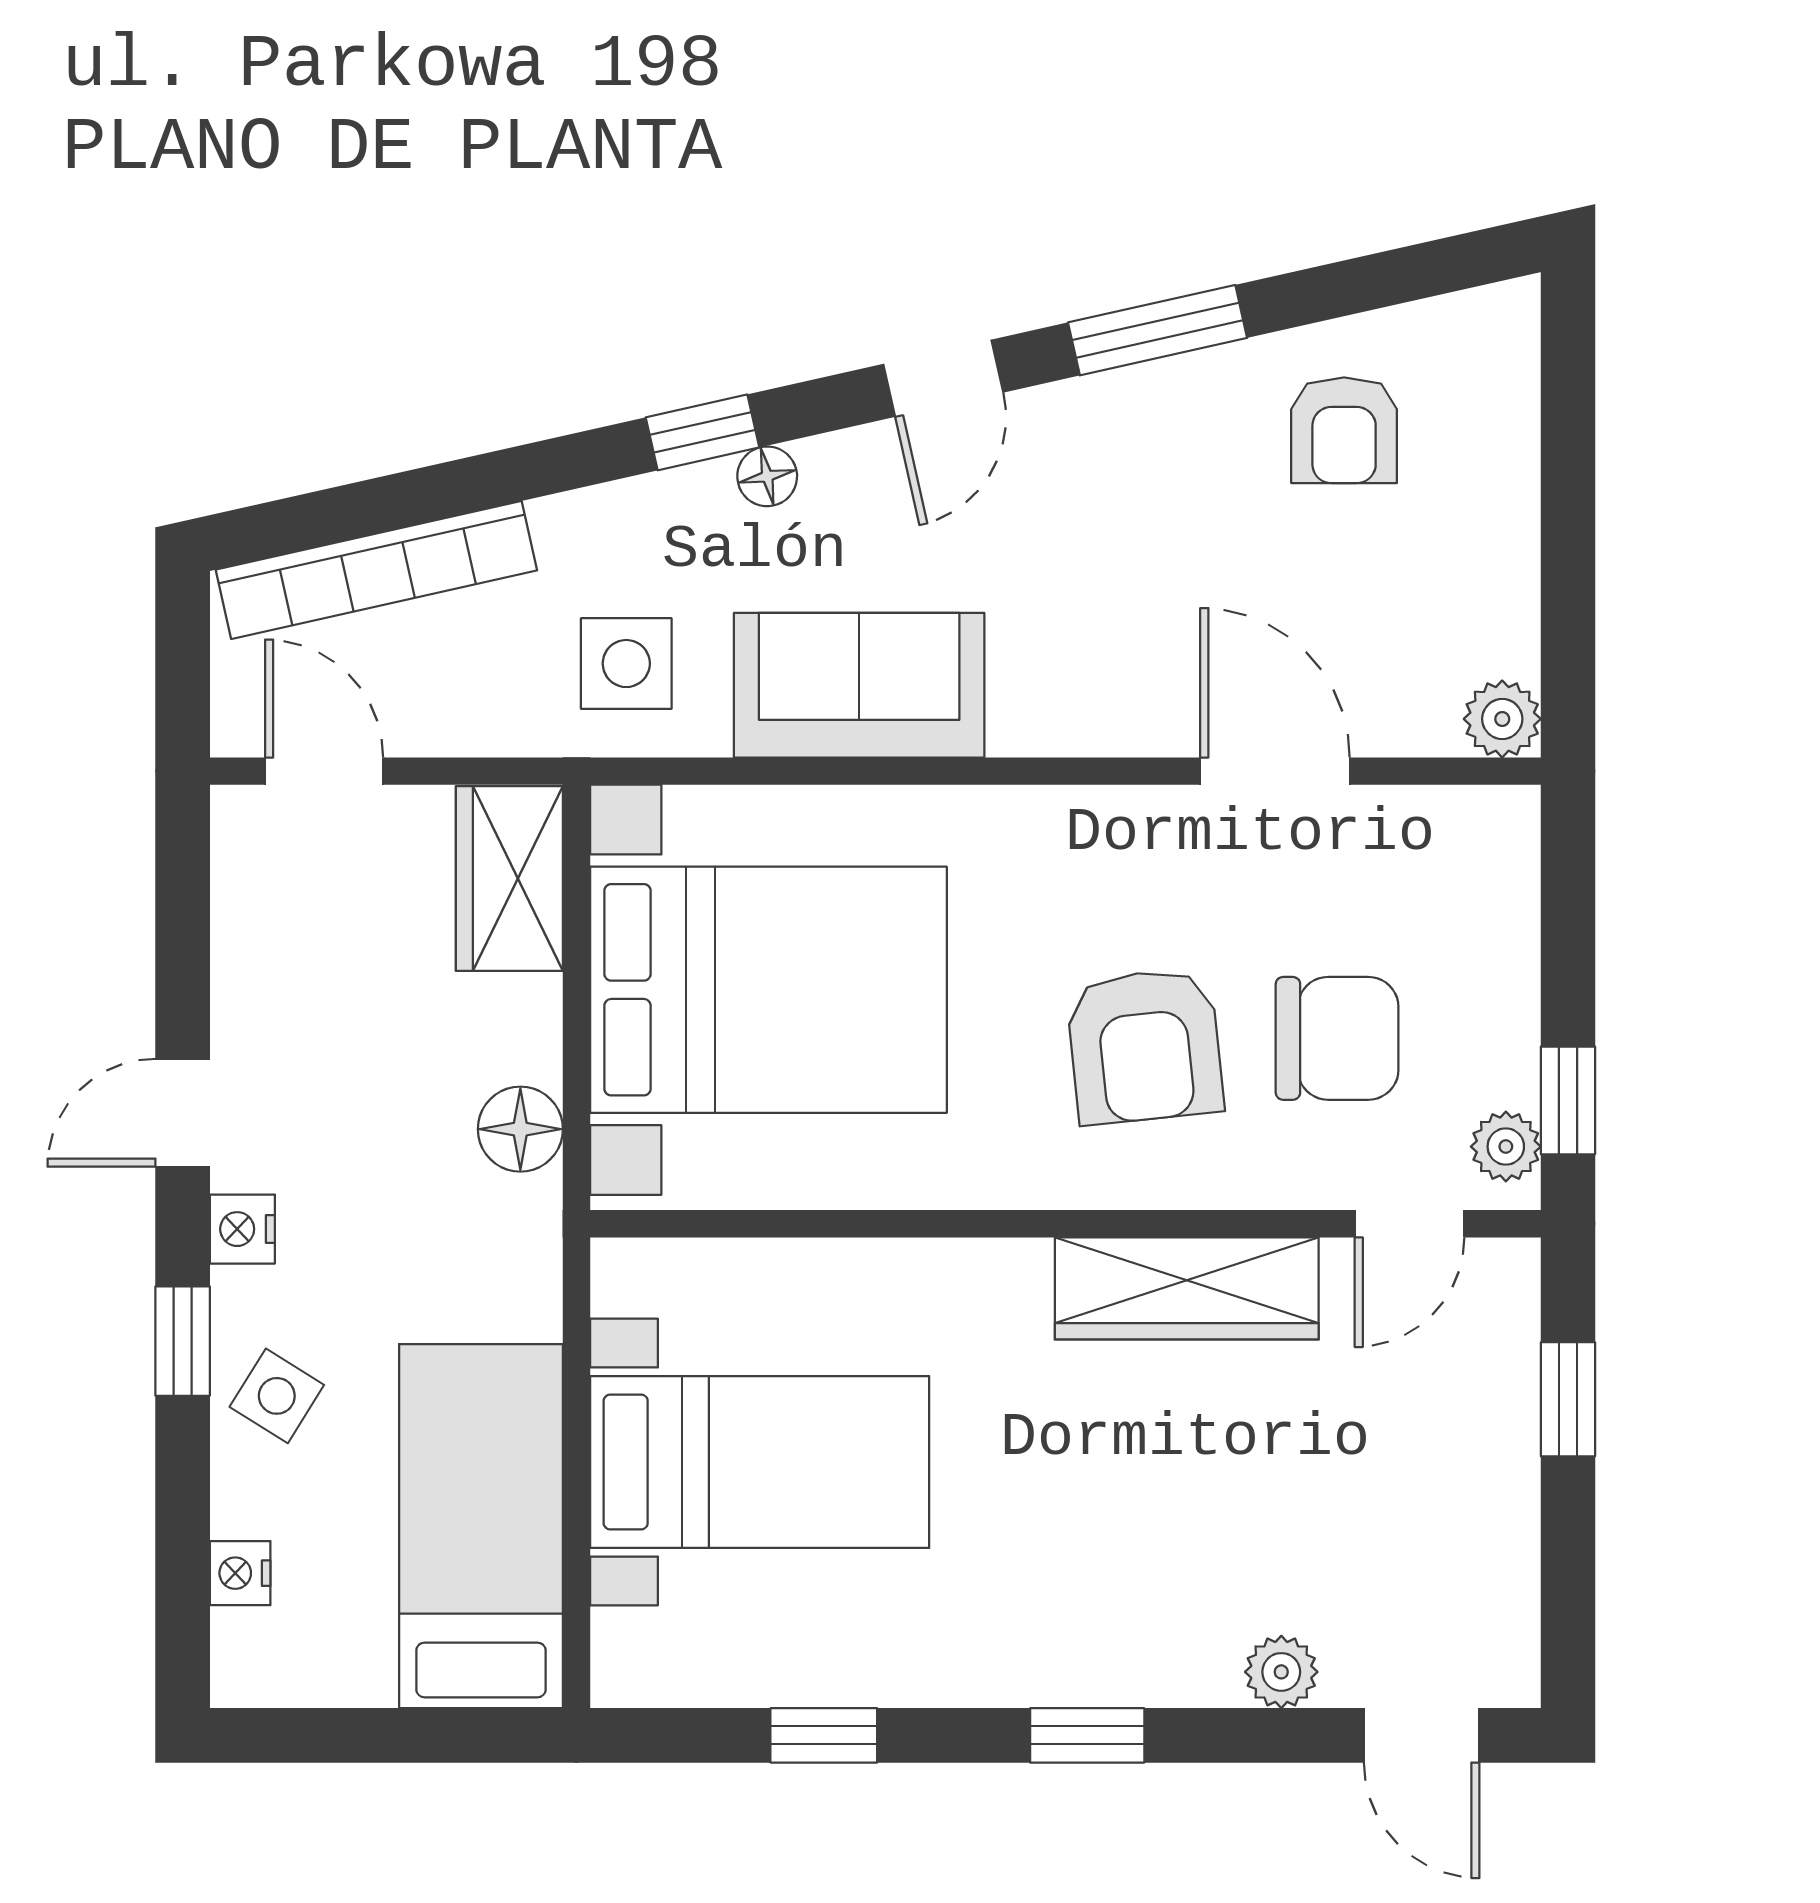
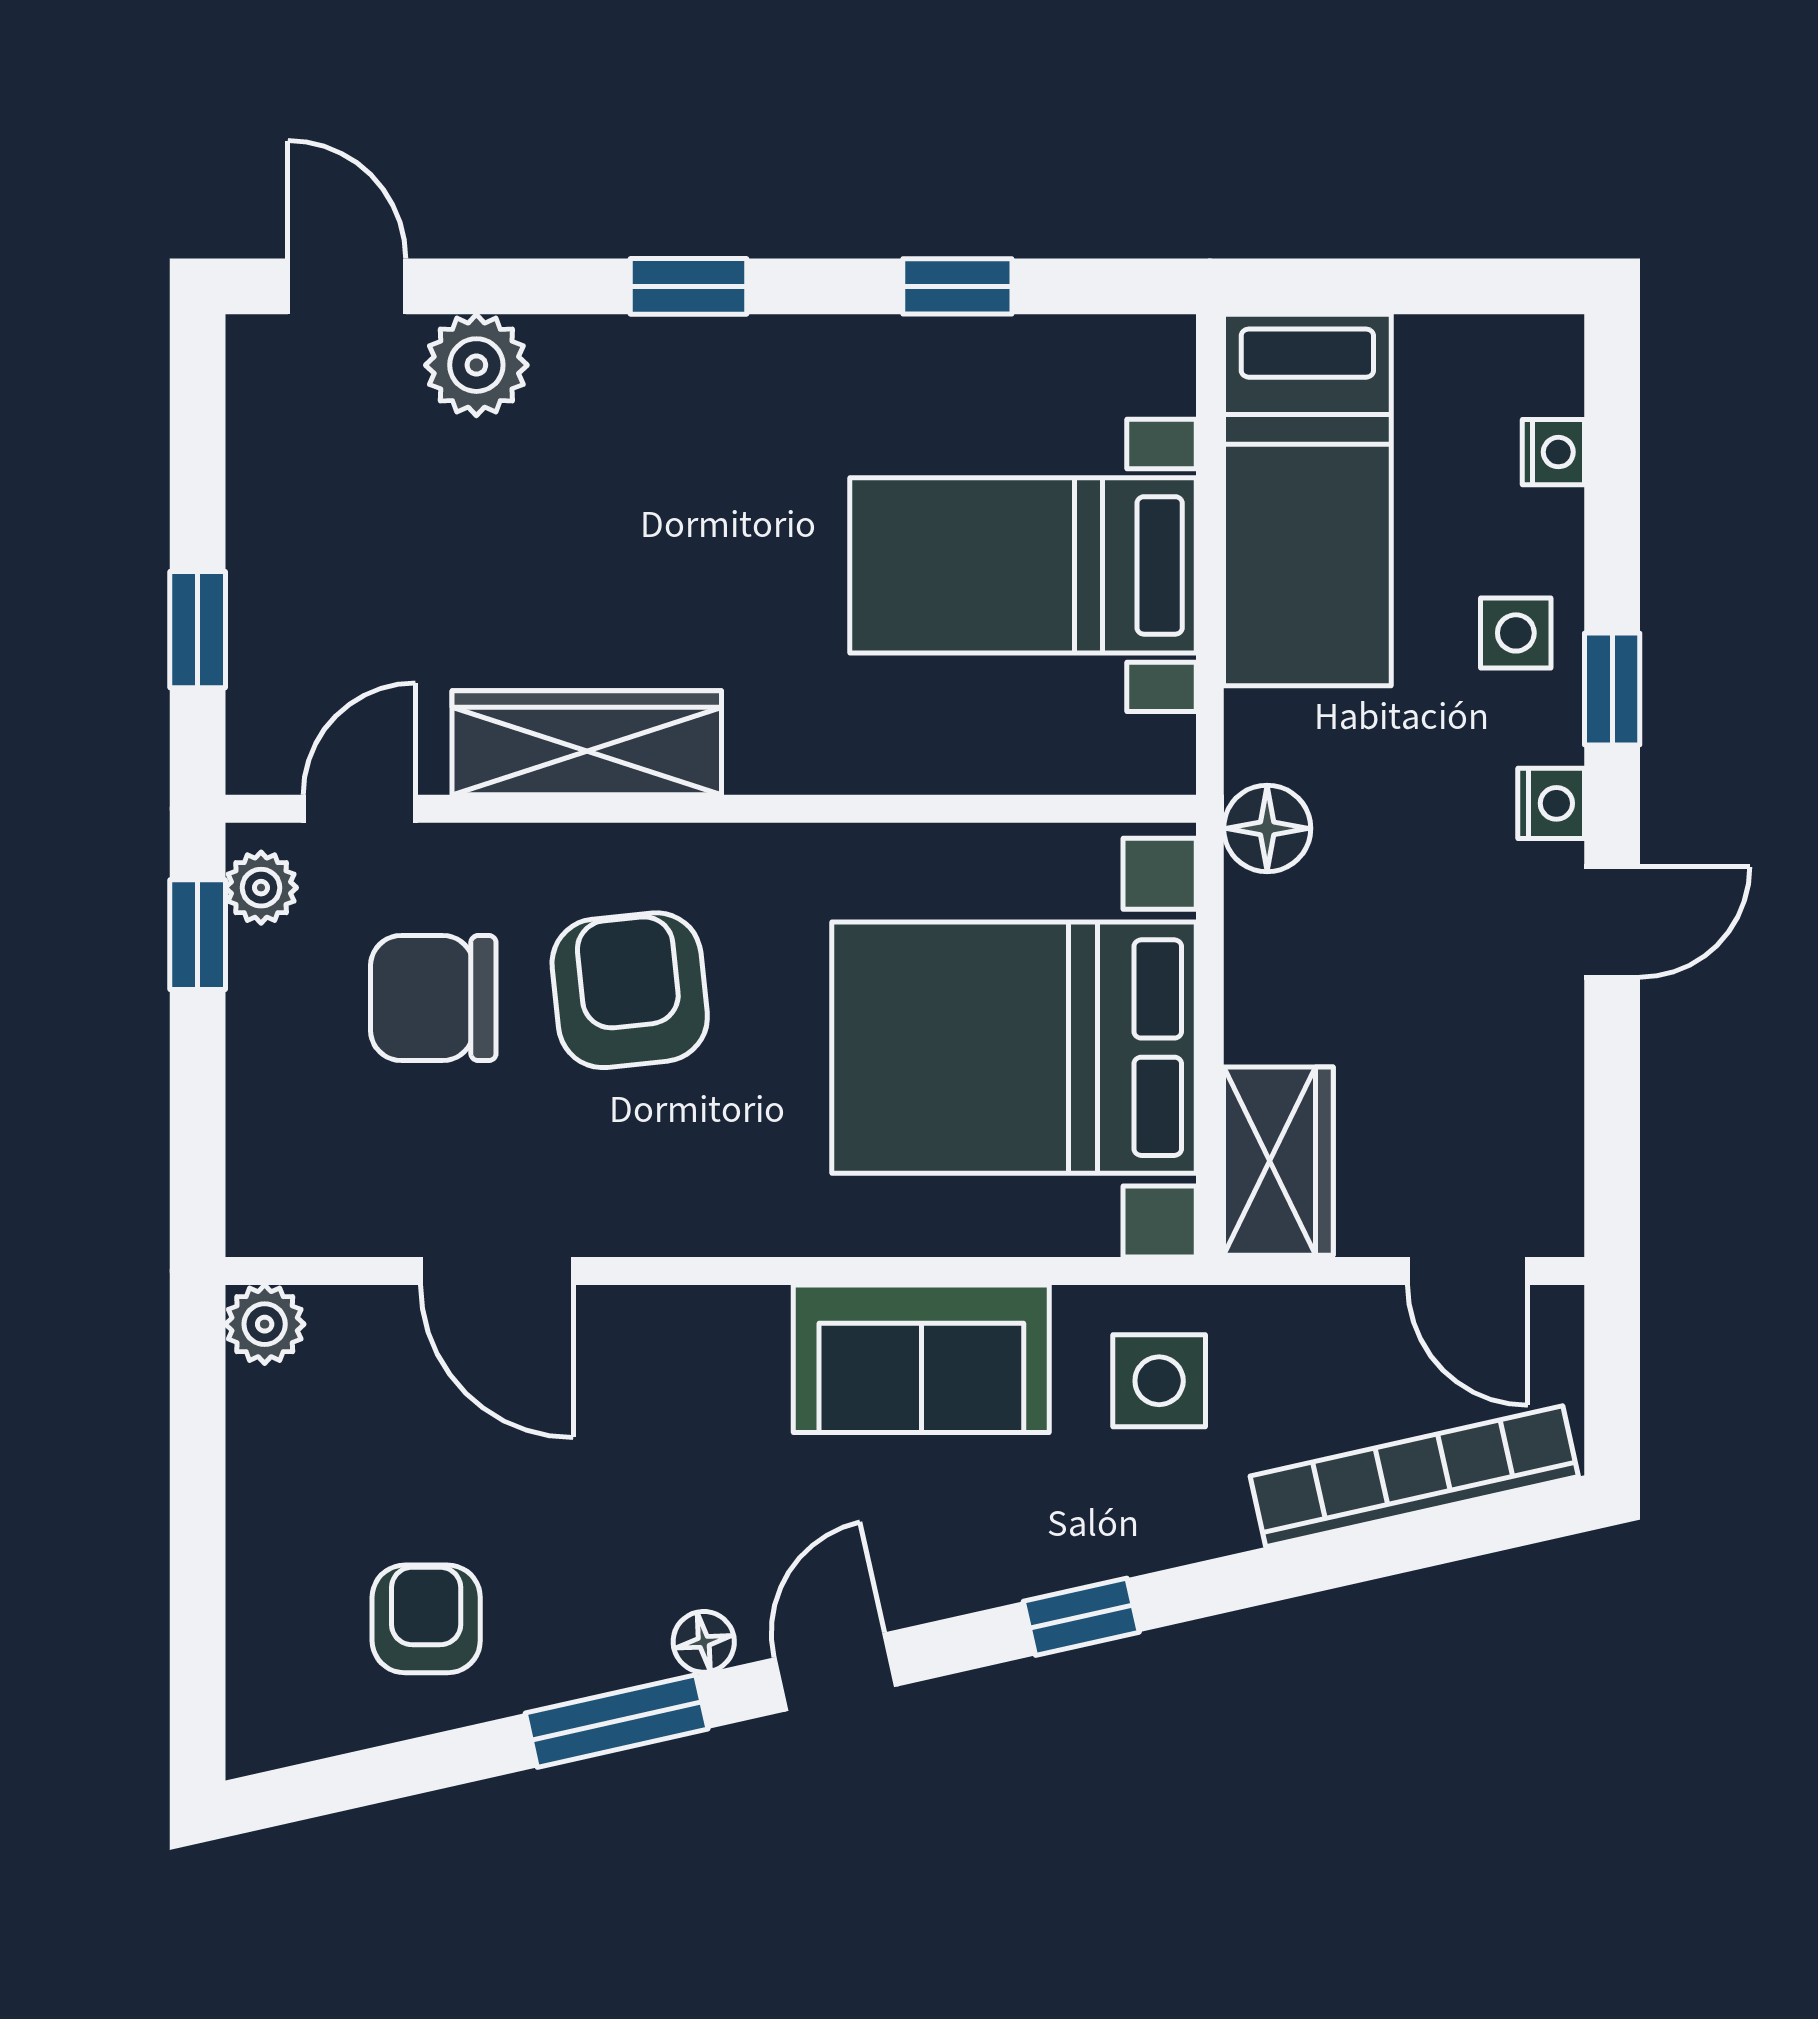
floor lamp: (767, 476) -> (704, 1642), moved
floor lamp: (520, 1129) -> (1267, 828), moved
side table: (277, 1396) -> (1516, 633), turned -32
plant: (1281, 1672) -> (476, 365), width x1.38, depth x1.38

